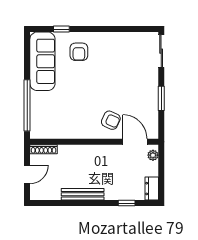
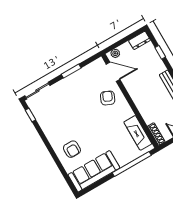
window: (61, 29) -> (30, 115), moved
armchair: (79, 52) -> (72, 149), turned 90
fireplace: (56, 131) -> (138, 133), added
door: (135, 142) -> (113, 72), swing flipped

